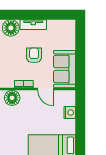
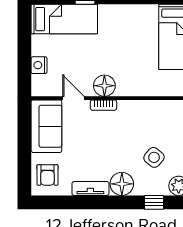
armchair: (34, 55) -> (47, 175), moved
floor lamp: (12, 98) -> (104, 86), moved

